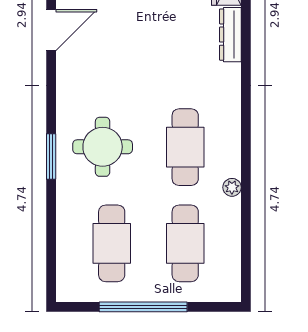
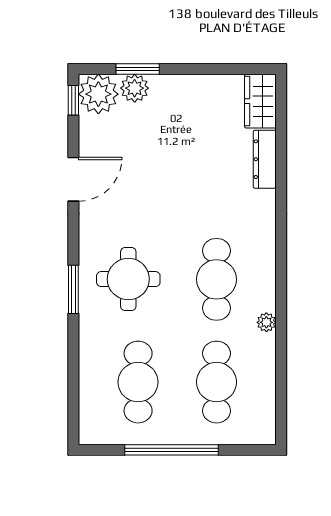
door: (51, 30) -> (73, 179), moved

